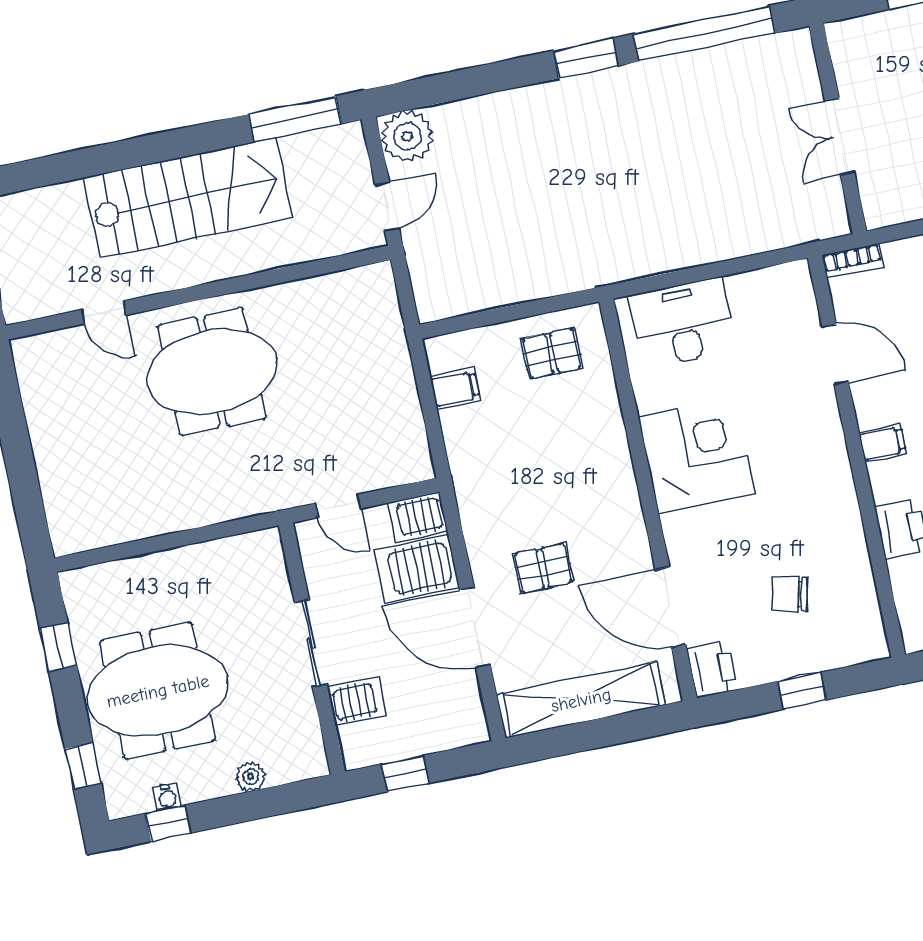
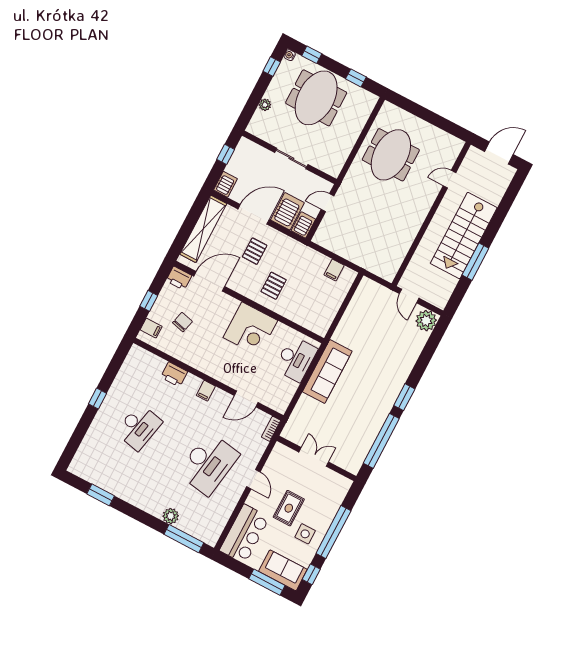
window: (295, 119) -> (475, 262), moved
sofa: (657, 244) -> (327, 372), added
pallet: (552, 353) -> (274, 286), moved
meeting table: (212, 372) -> (391, 155), moved
filing cabinet: (849, 644) -> (151, 328), added
server rack: (357, 701) -> (225, 184), moved, turned 180
water cooler: (167, 797) -> (290, 55), moved

